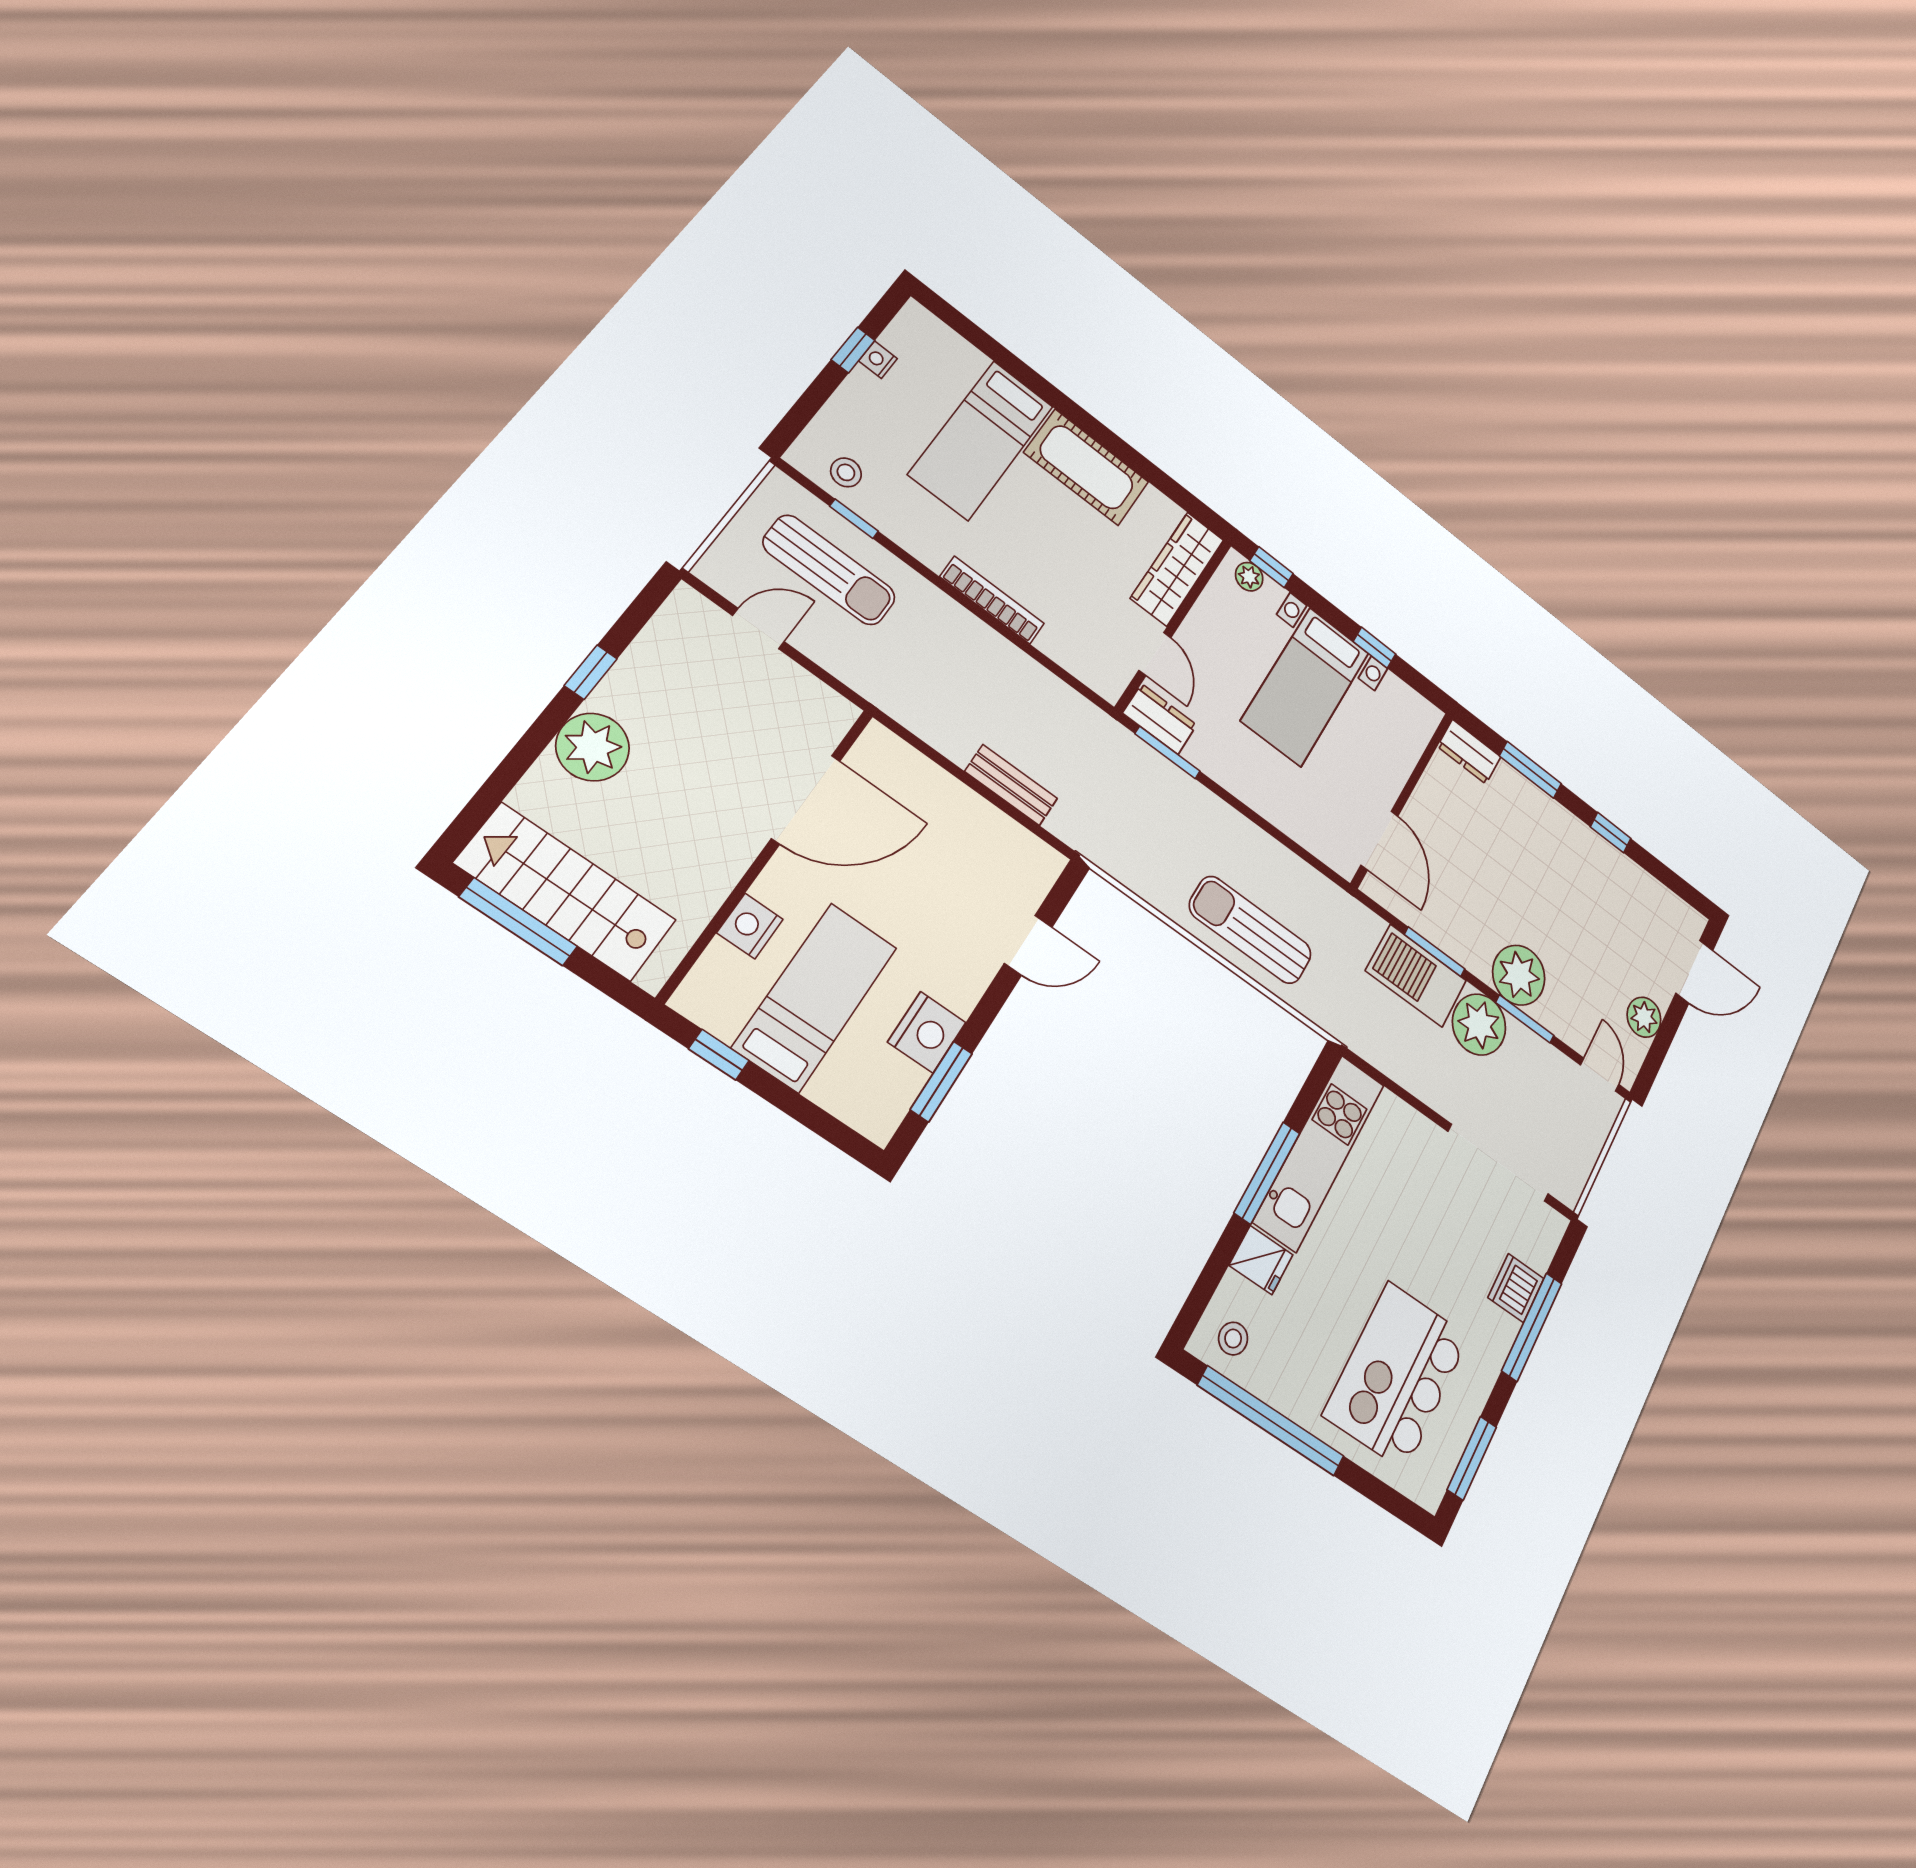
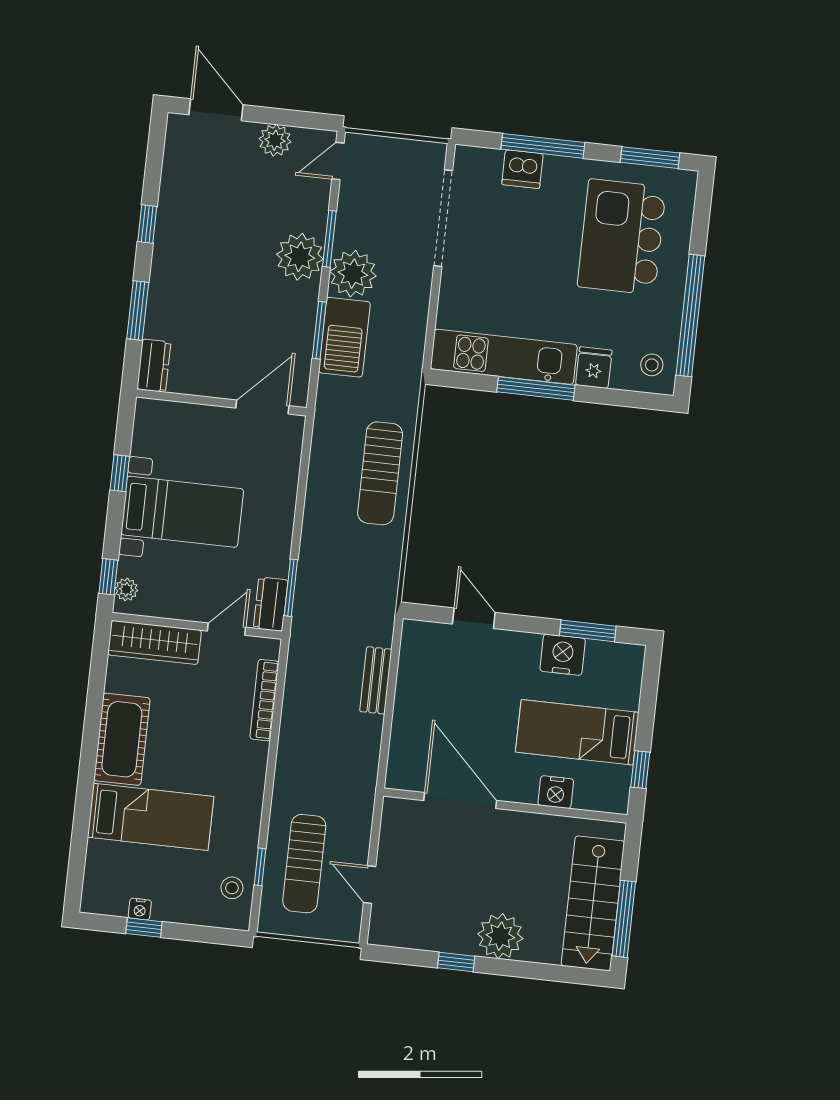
sun lounger: (829, 570) -> (304, 864), turned 180
bookcase: (992, 600) -> (264, 700), moved
kitchen island: (1397, 1375) -> (622, 237), turned 90

